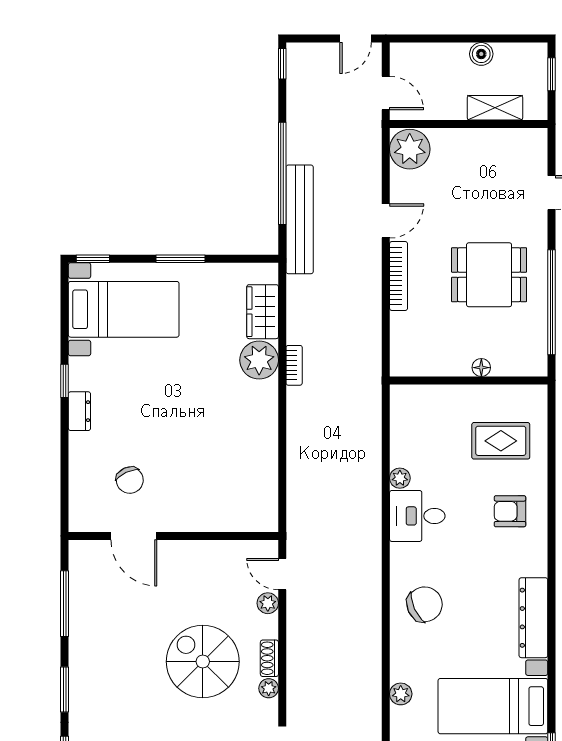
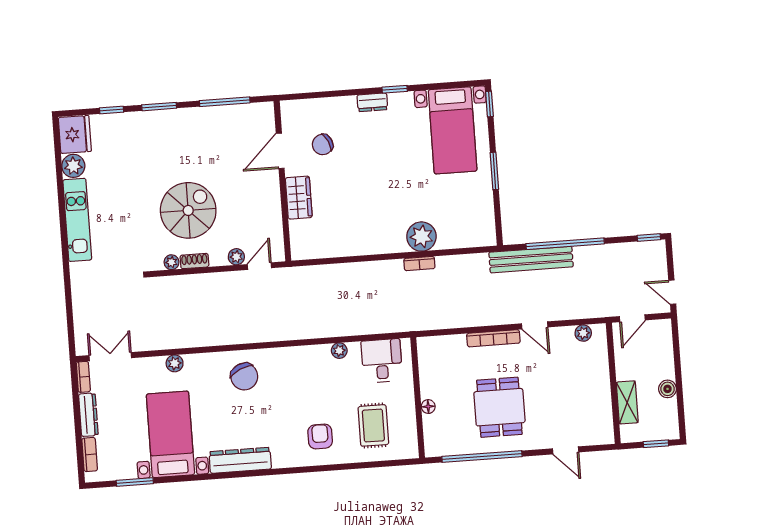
plant: (410, 149) -> (583, 333), width x0.53, depth x0.53
wardrobe: (263, 312) -> (299, 198), moved, turned 90
desk: (417, 516) -> (382, 361), moved

